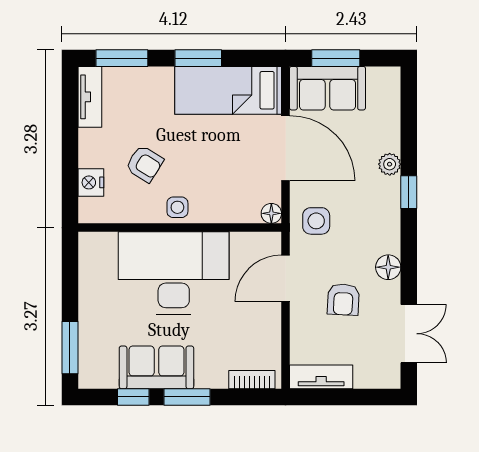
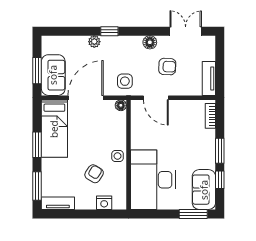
desk: (174, 273) -> (153, 180), moved
sofa: (156, 367) -> (204, 190), moved

